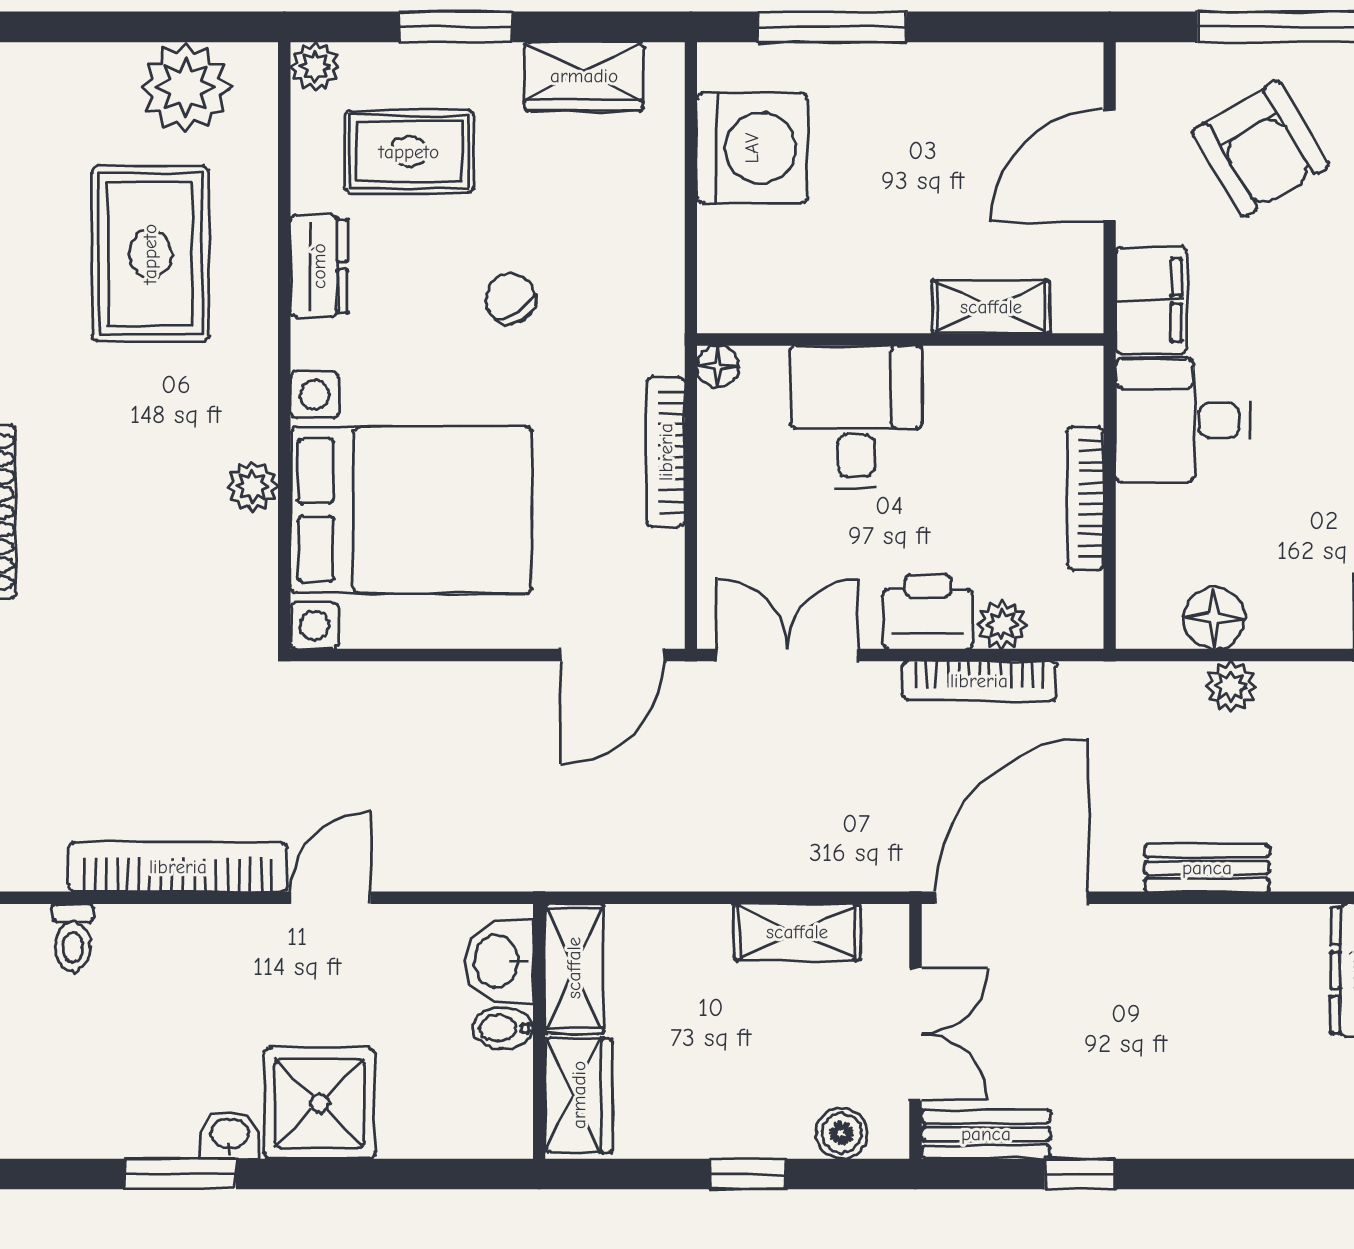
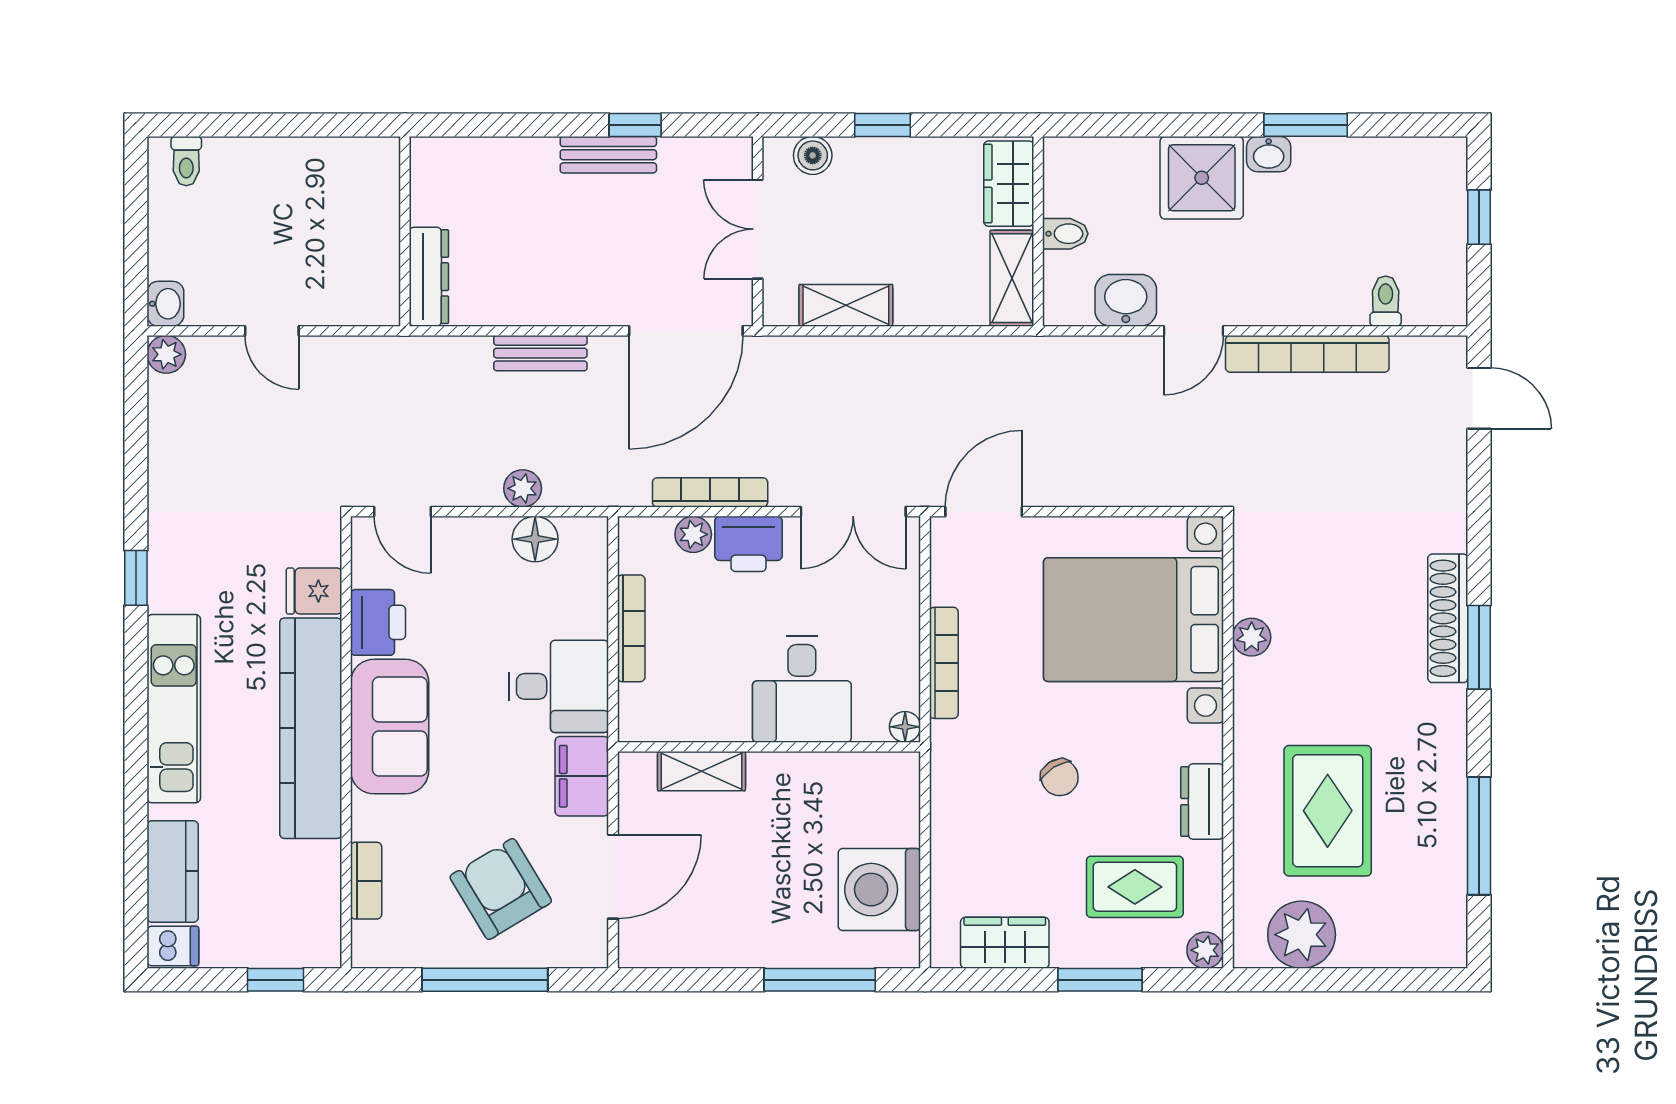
washbasin: (498, 961) -> (1126, 300), moved, turned -90
bench: (986, 1134) -> (608, 155), moved

